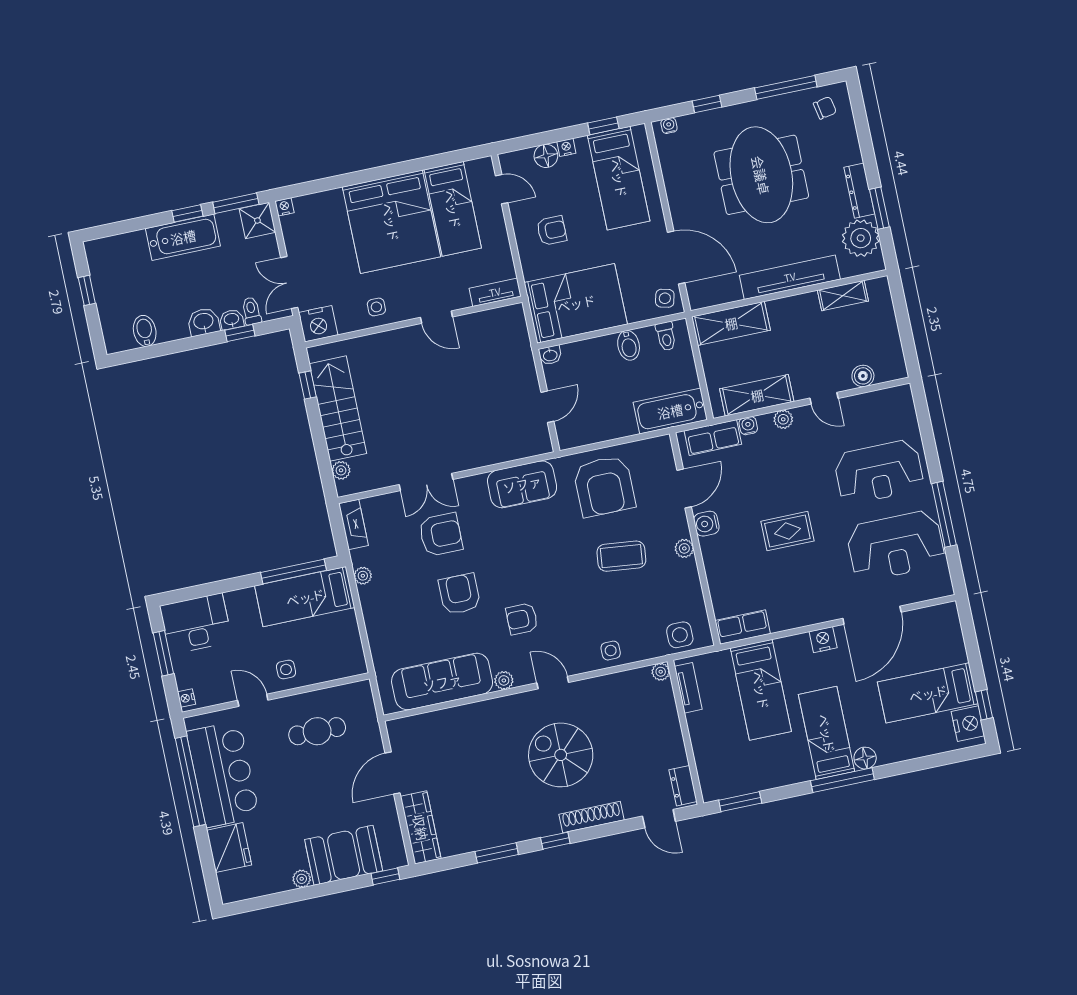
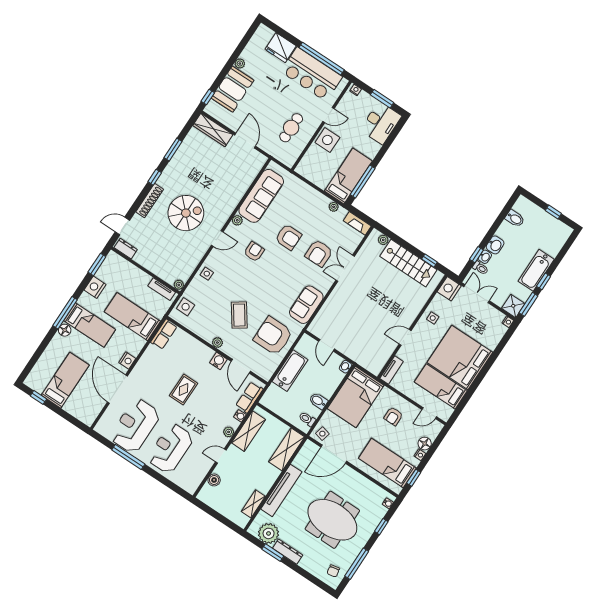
bathtub: (670, 411) -> (290, 371), moved
coffee table: (621, 556) -> (239, 315), turned -41
side table: (286, 669) -> (327, 140), width x1.87, depth x1.87
nightstand: (968, 724) -> (95, 287), moved, turned 90

